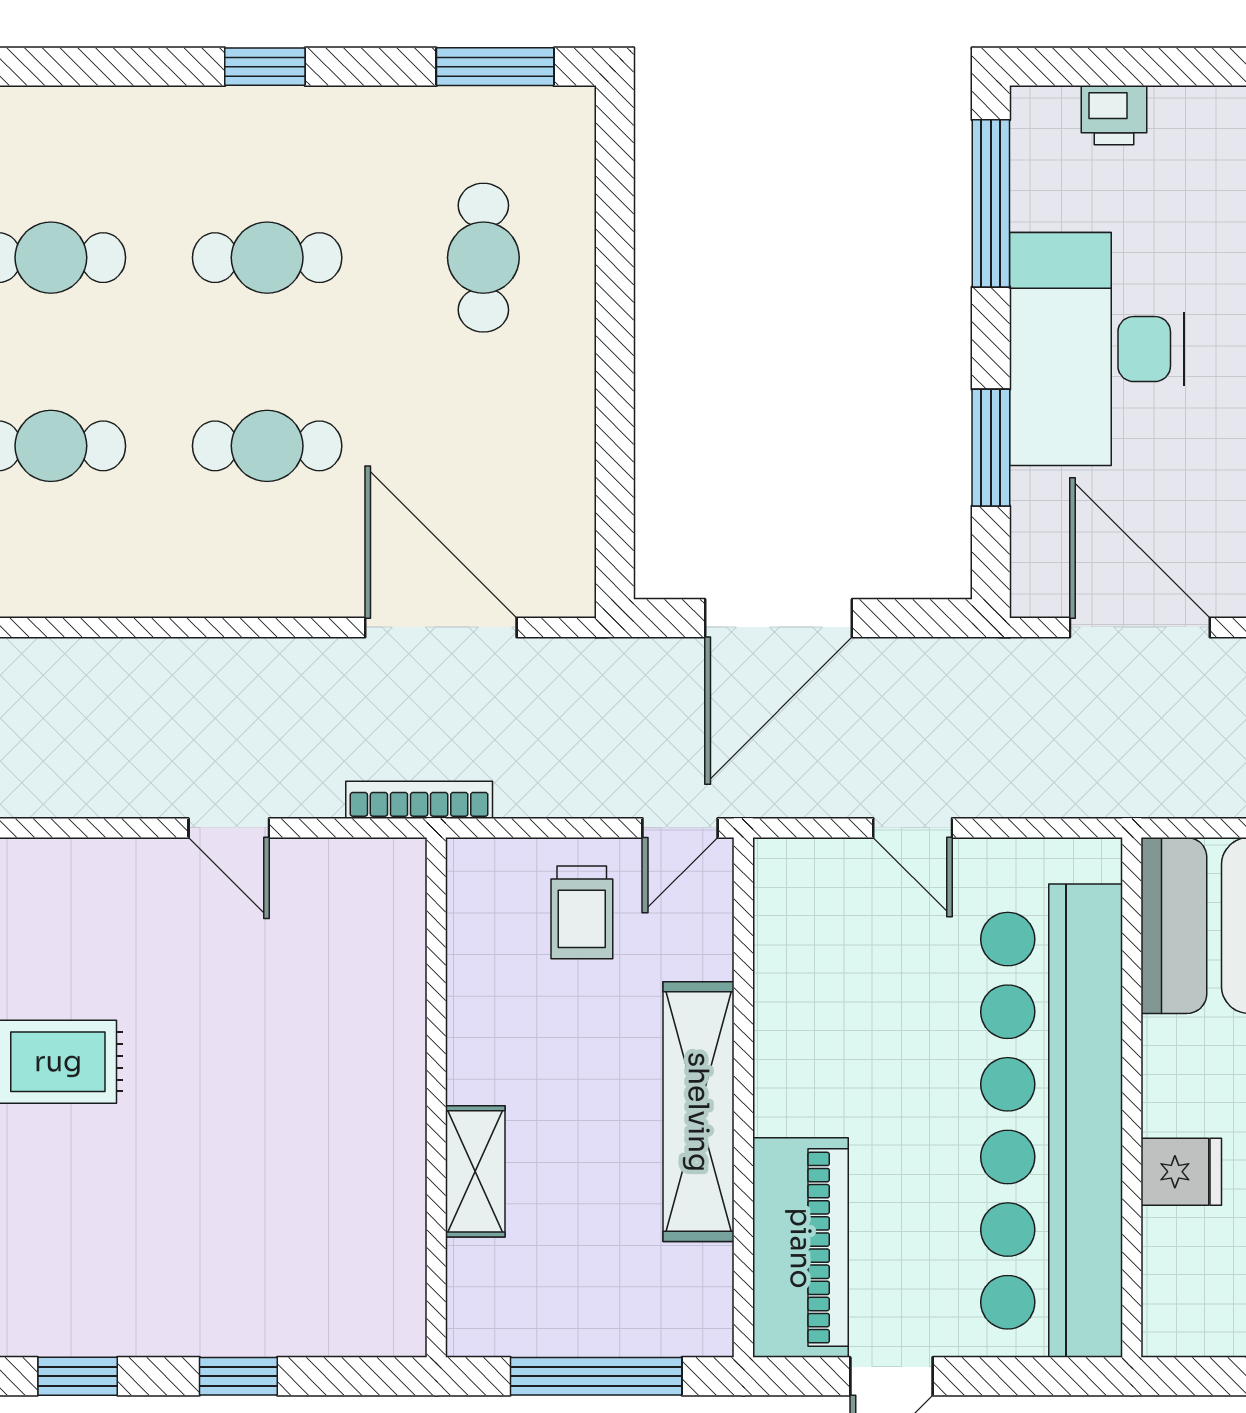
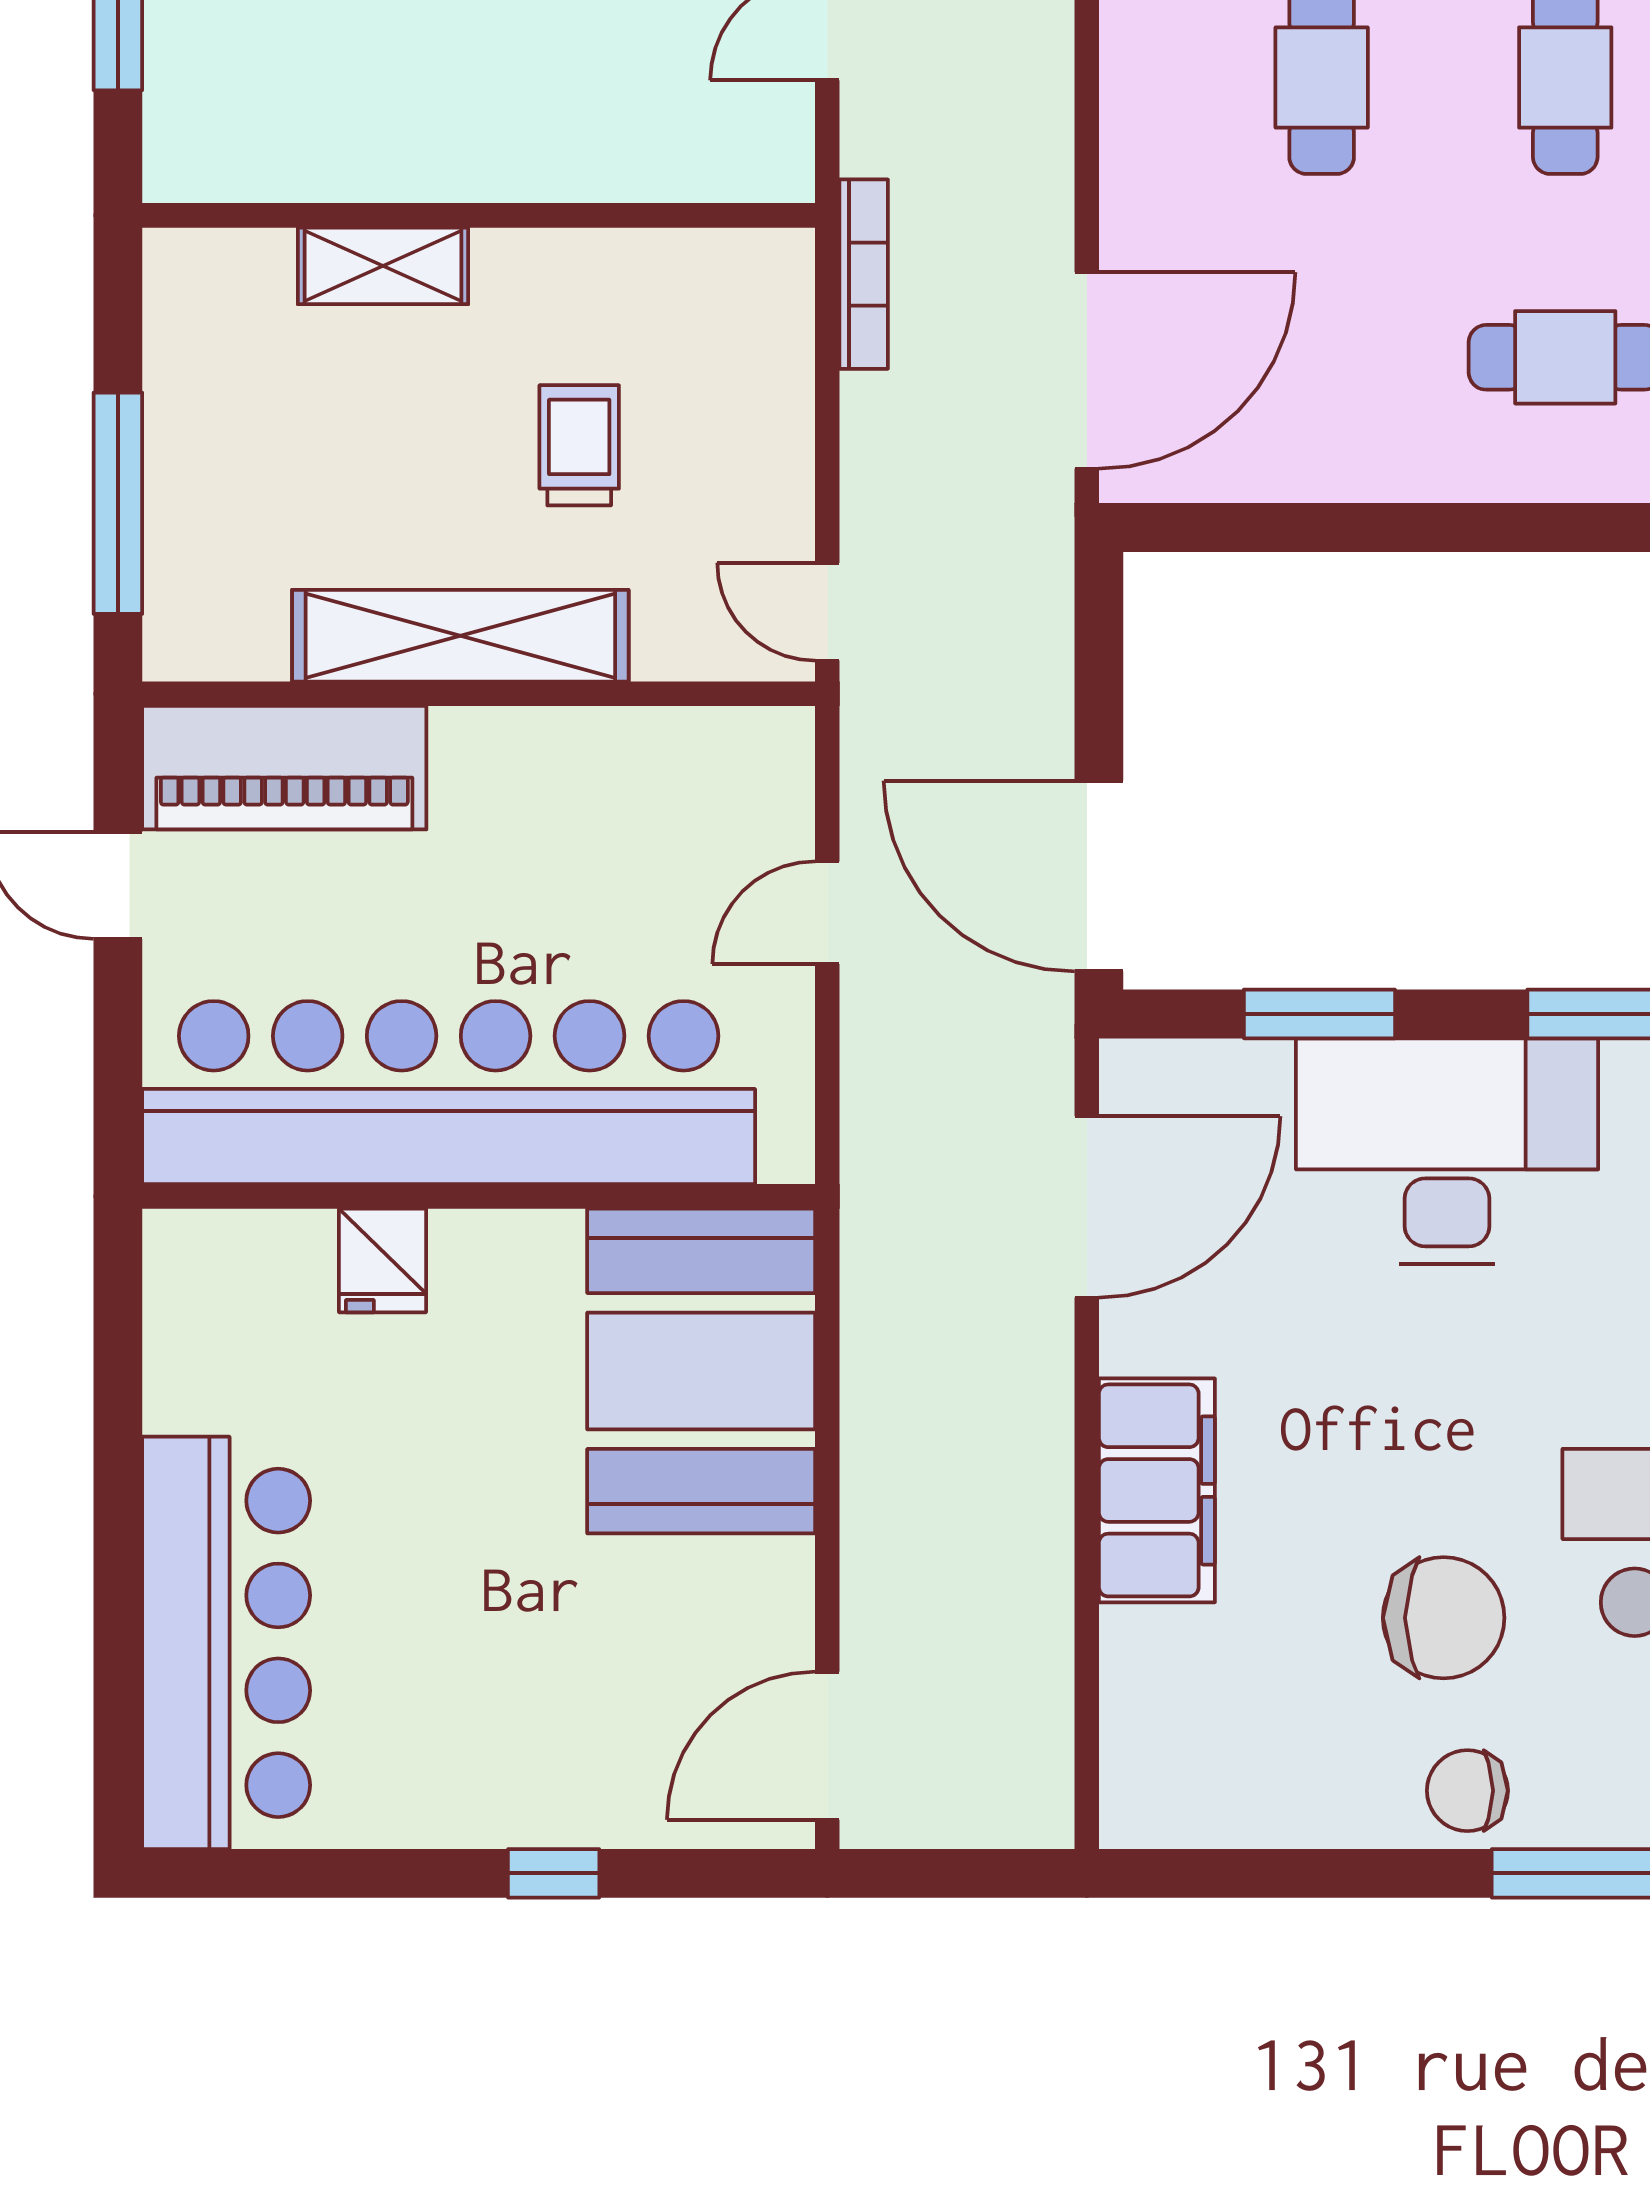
door: (779, 618) -> (1099, 876), moved
door: (441, 627) -> (1087, 370), moved
trolley: (582, 912) -> (579, 445), moved, turned 90
wall: (436, 1097) -> (479, 215), moved
shelving: (475, 1171) -> (383, 266), moved

